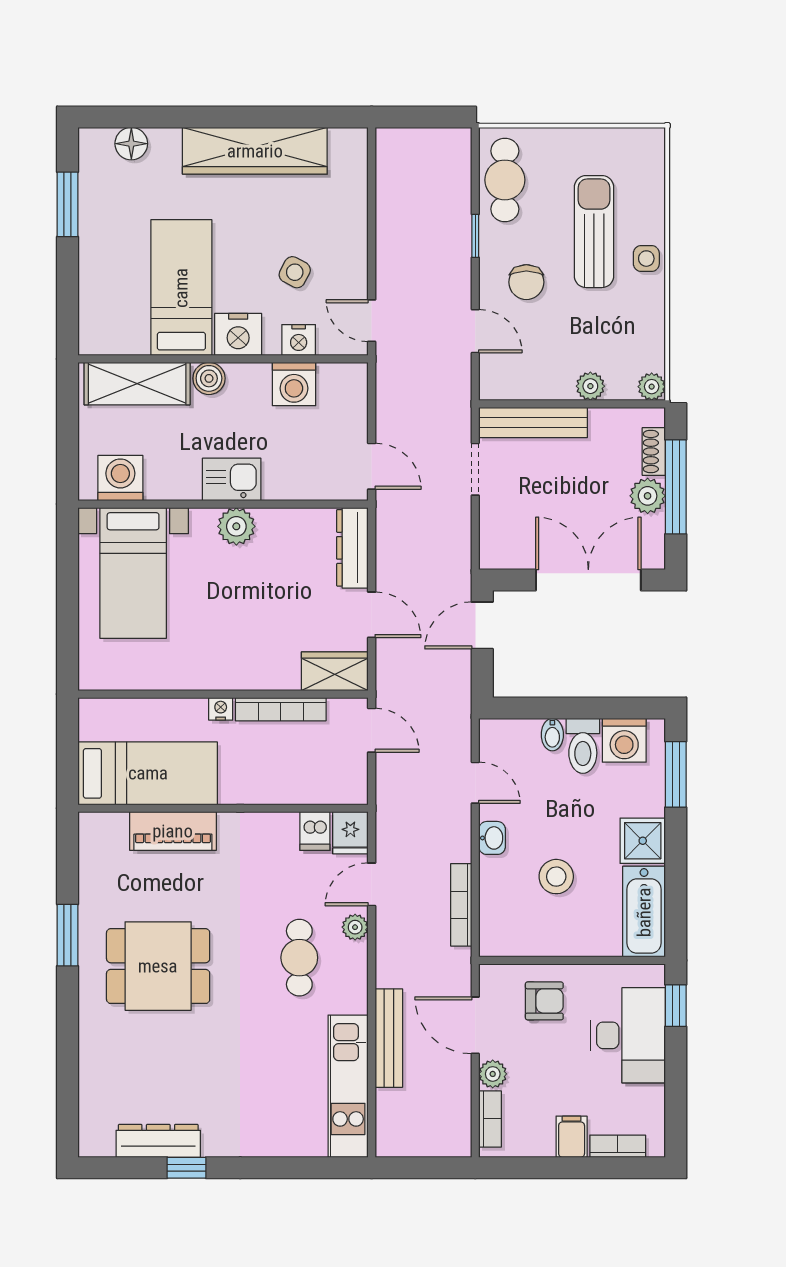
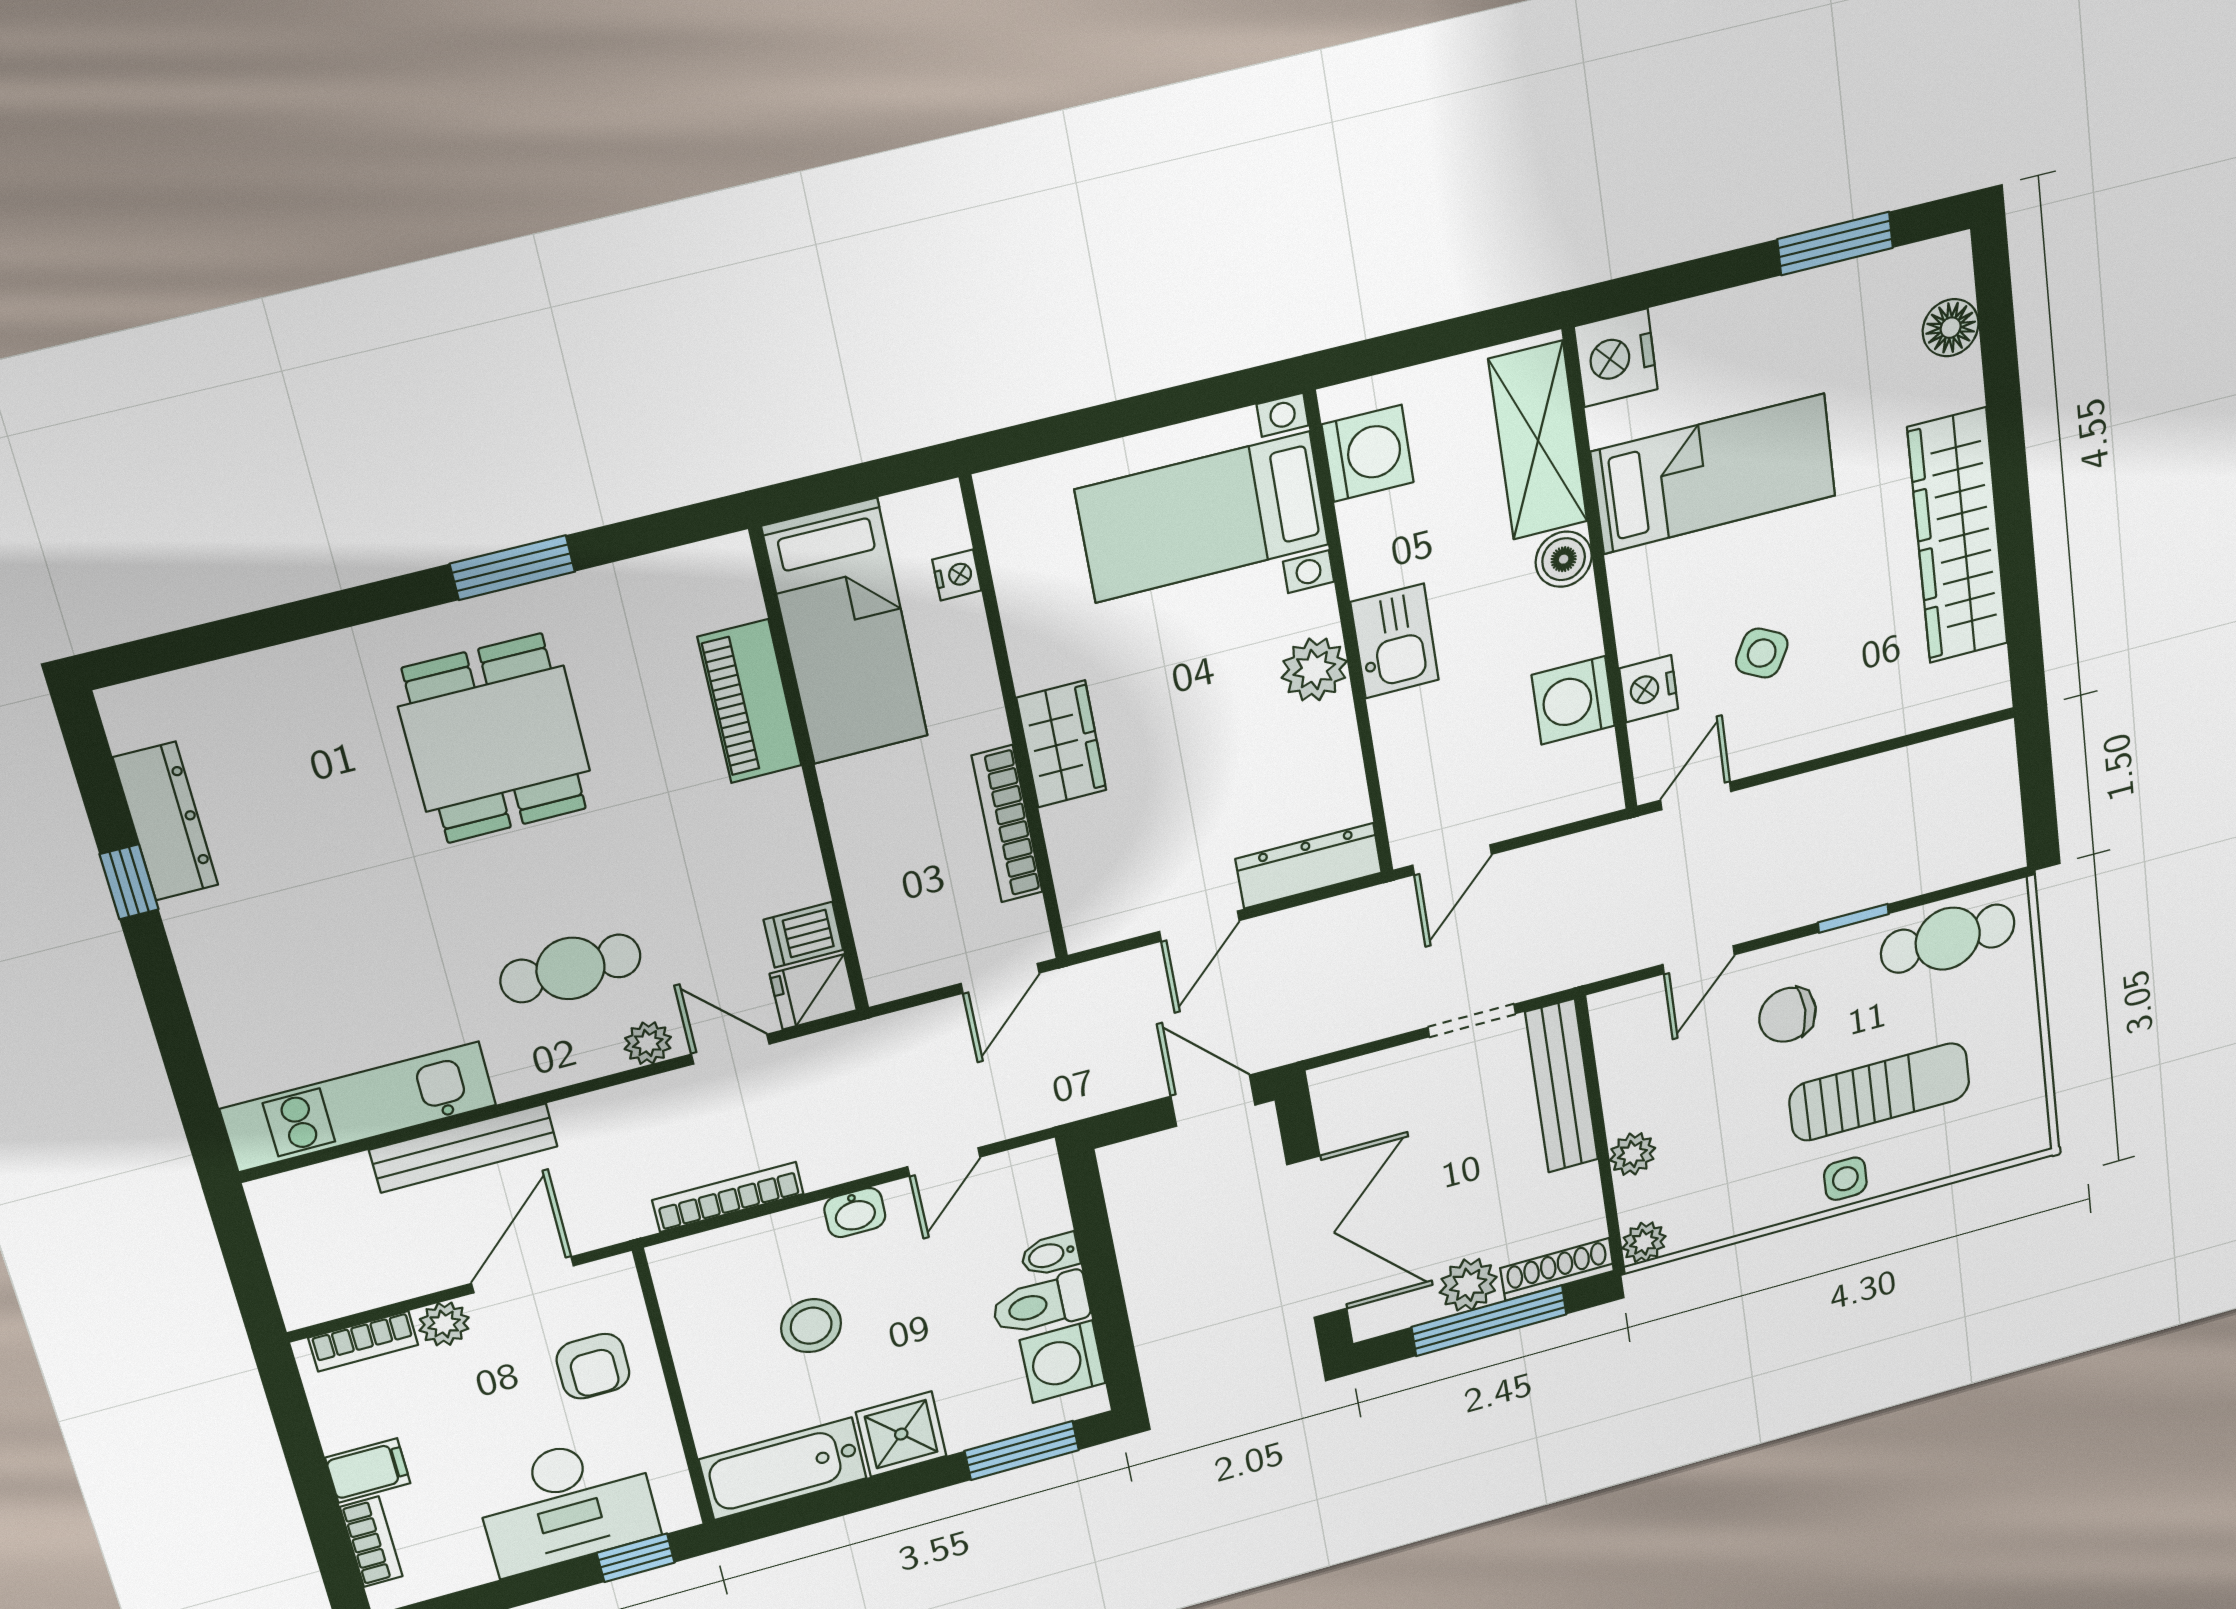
nightstand: (238, 334) -> (1616, 358), moved
shoe rack: (654, 451) -> (1557, 1269), width x1.43
wardrobe: (335, 671) -> (1061, 744), moved
nightstand: (221, 709) -> (957, 575), moved

